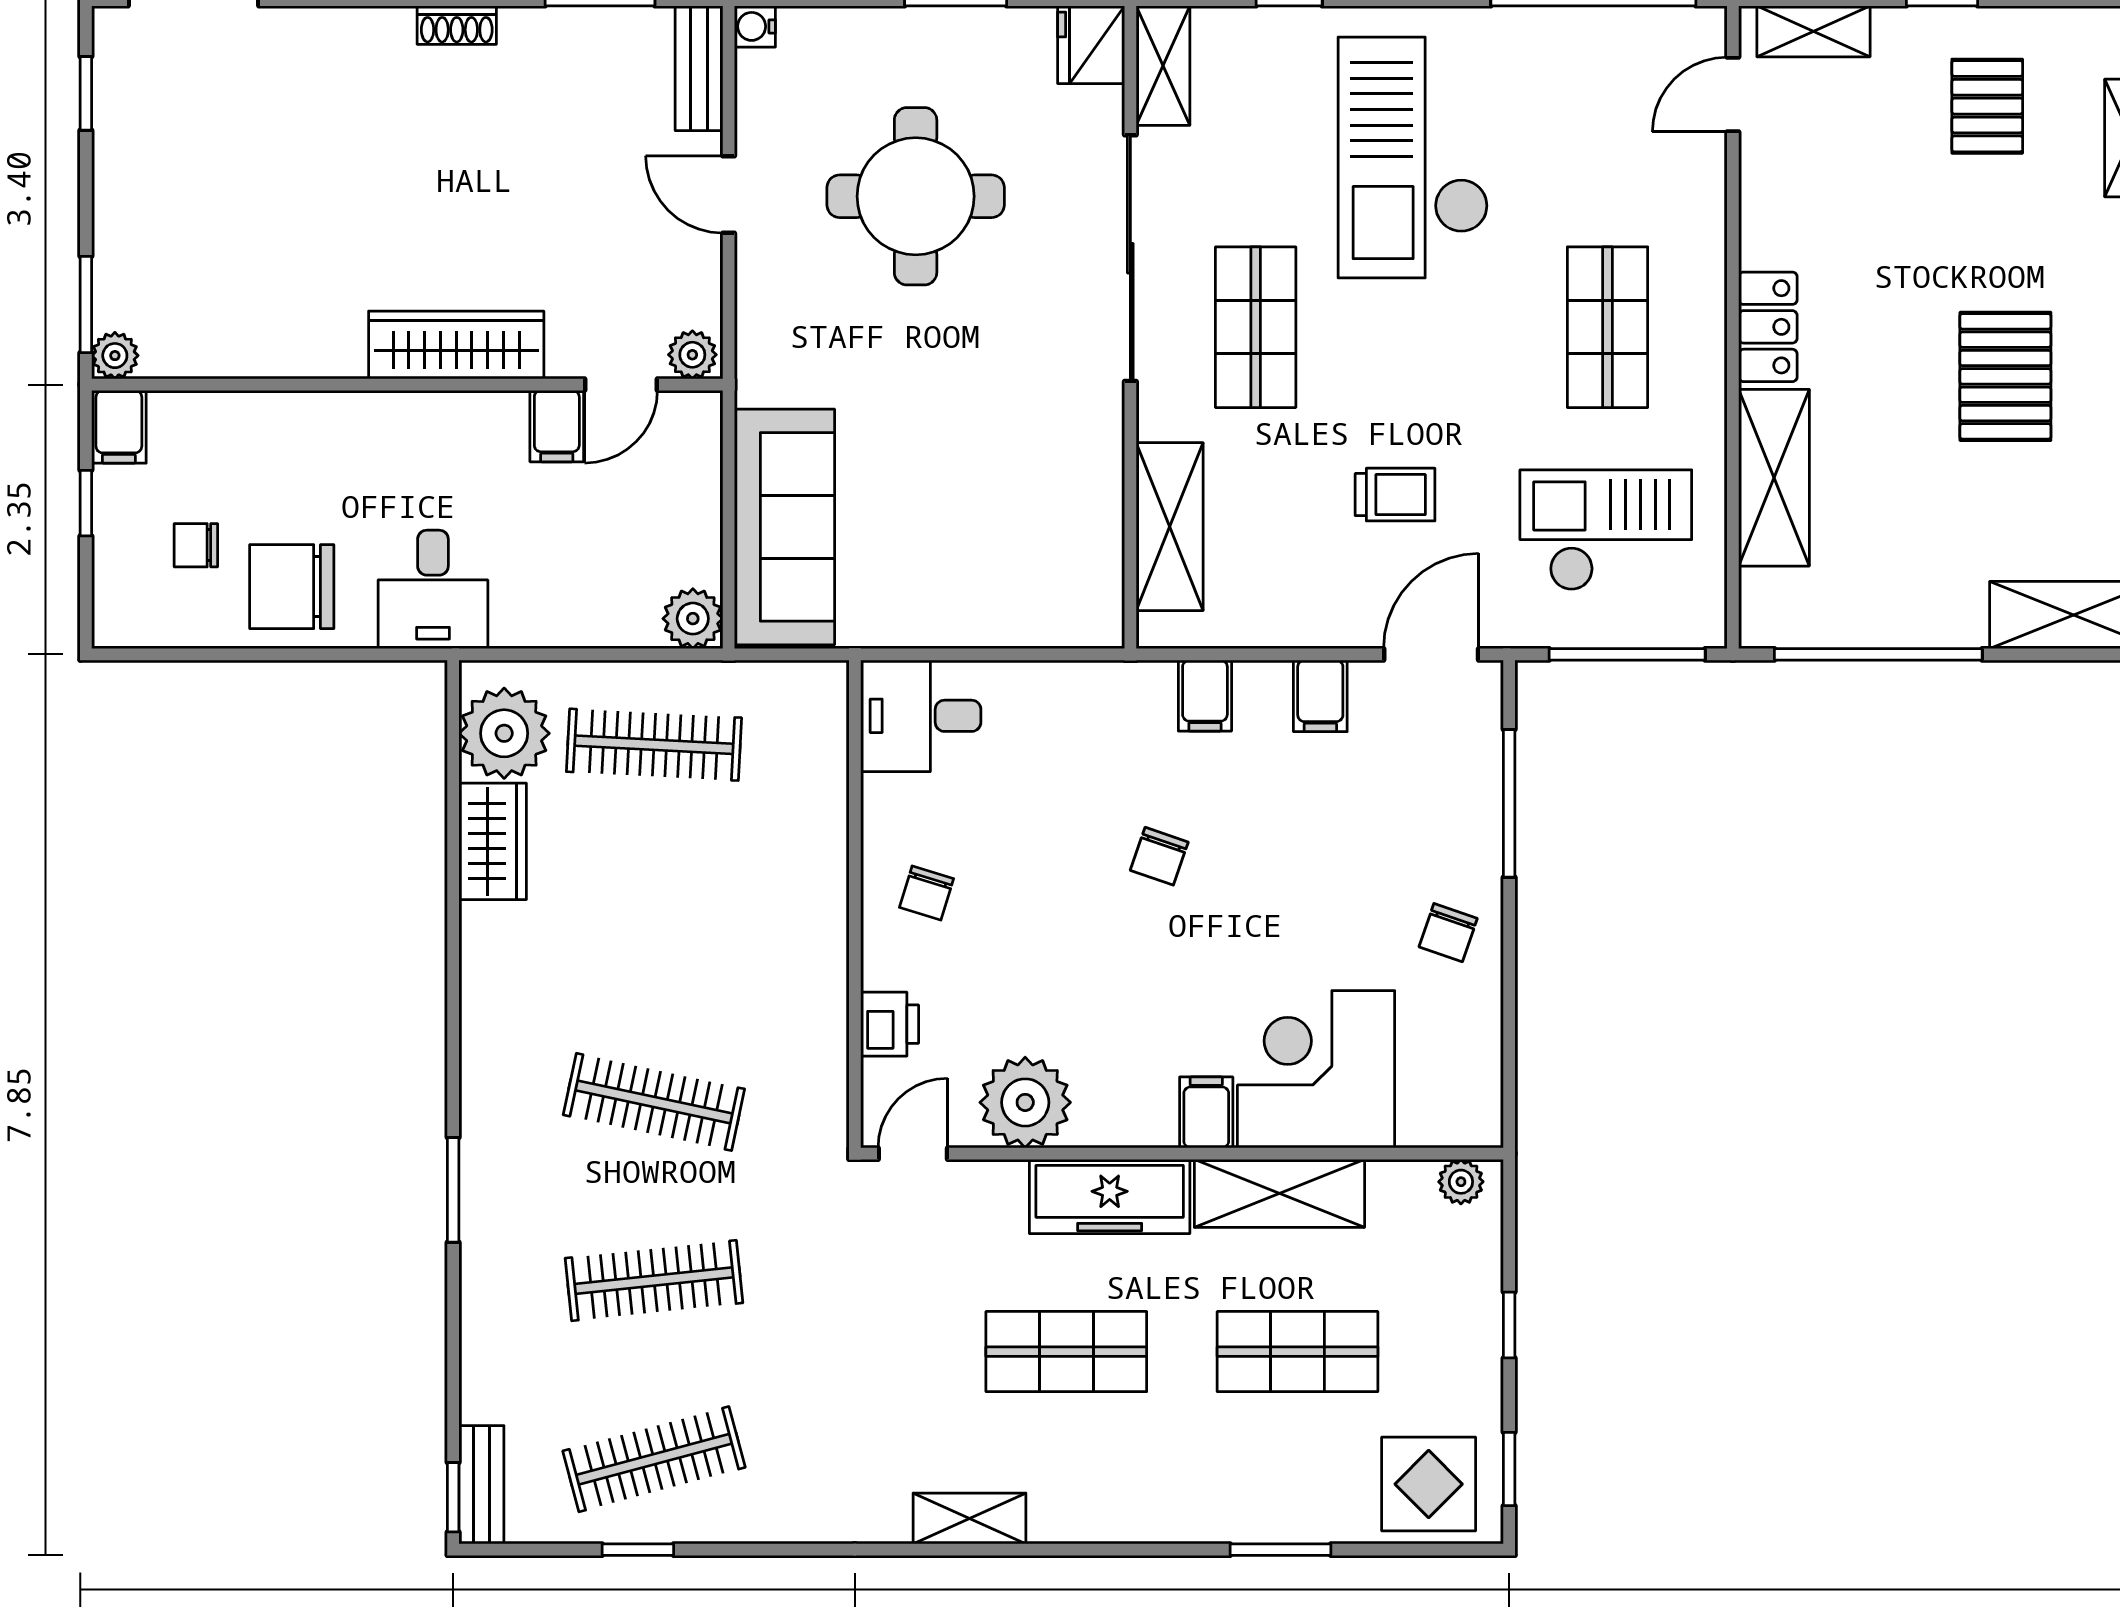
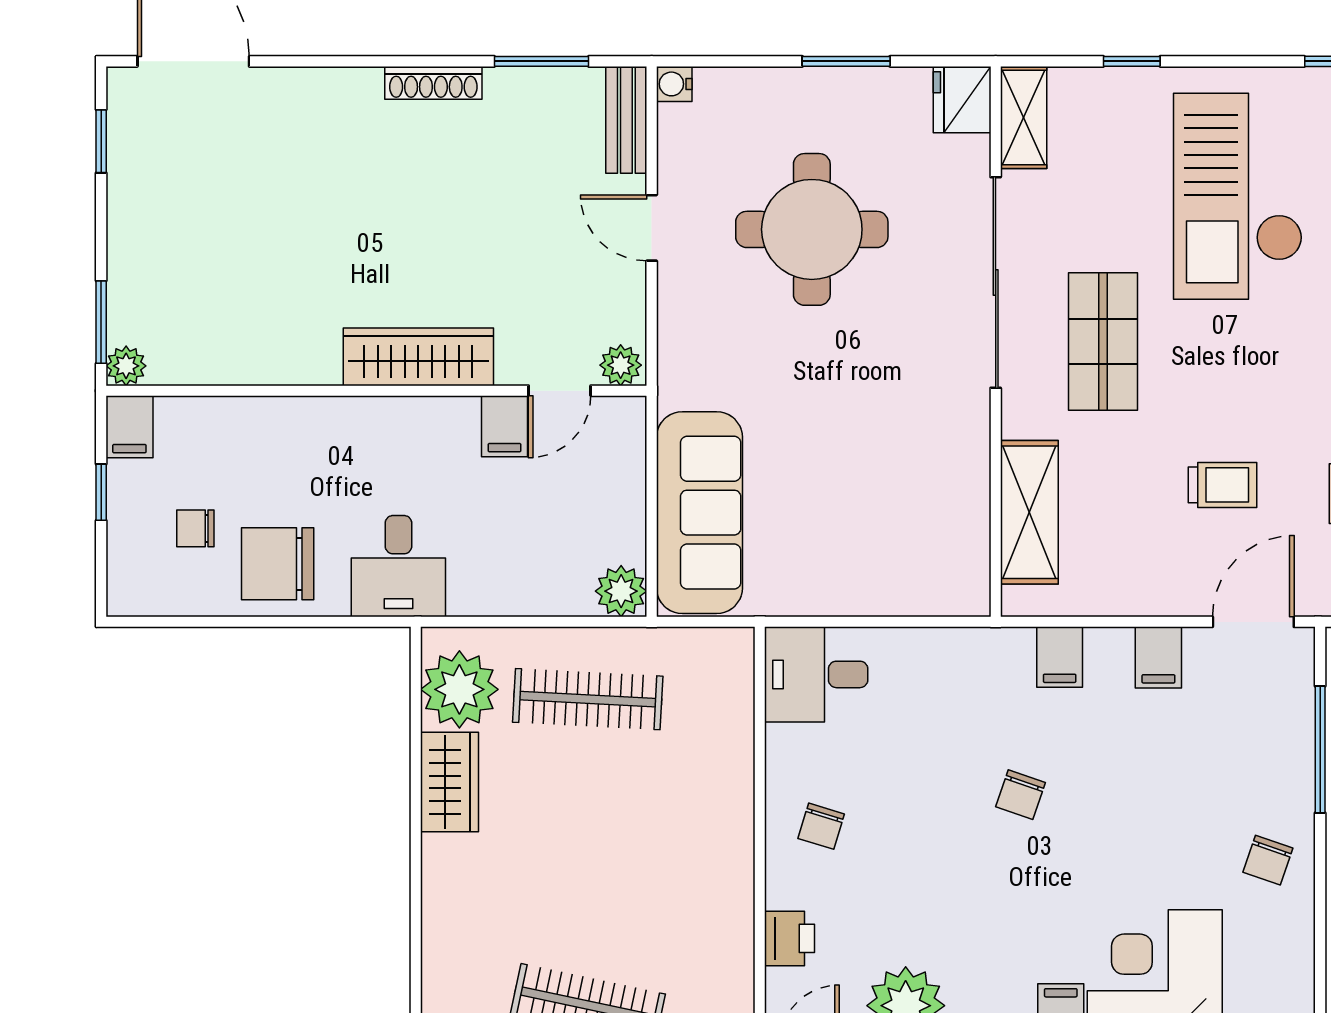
shoe rack: (457, 25) -> (433, 83), width x1.43

